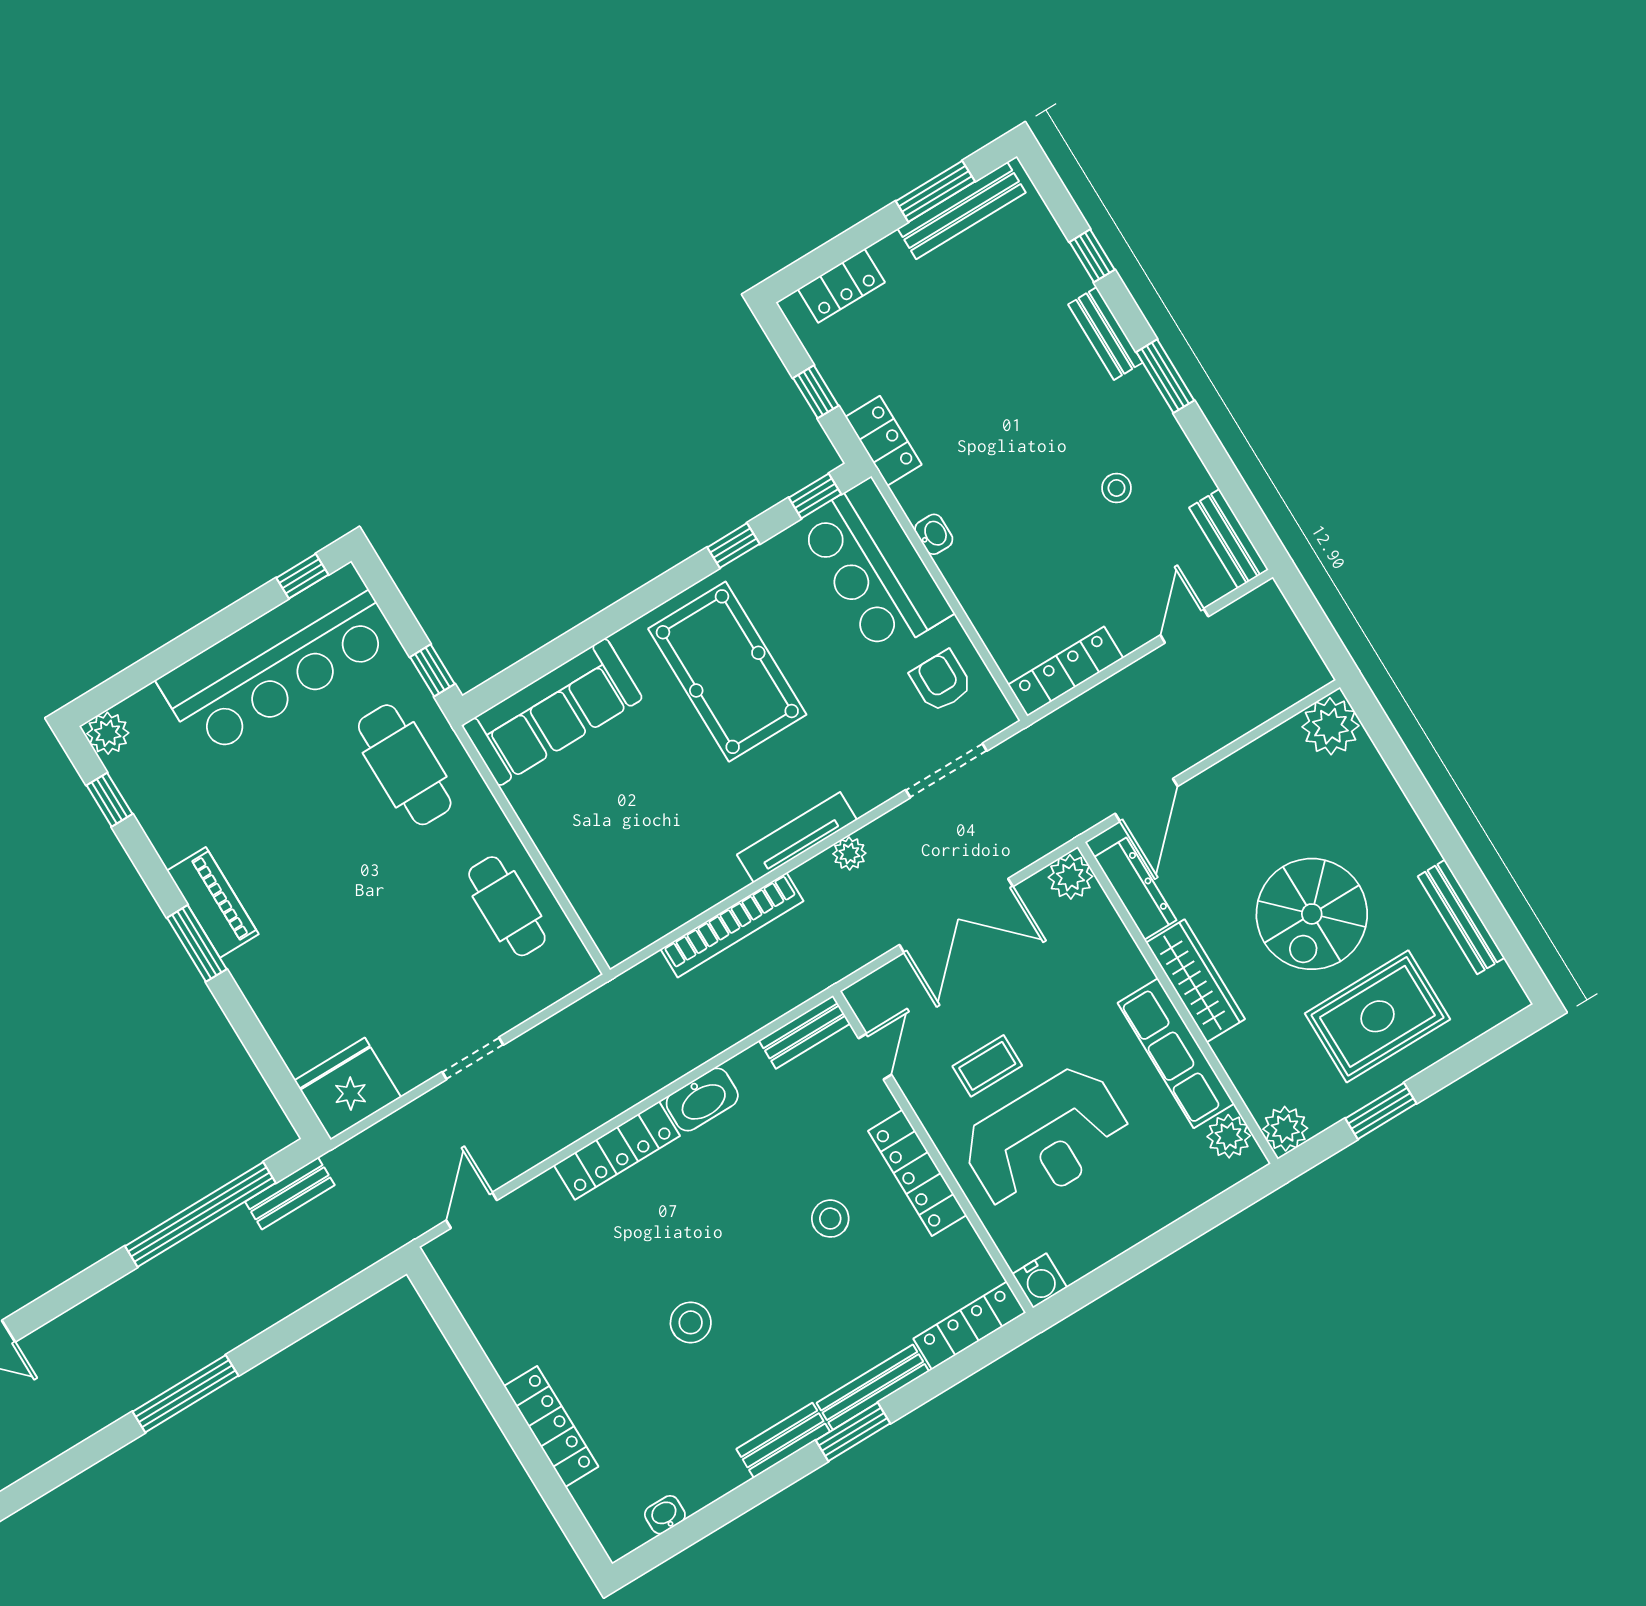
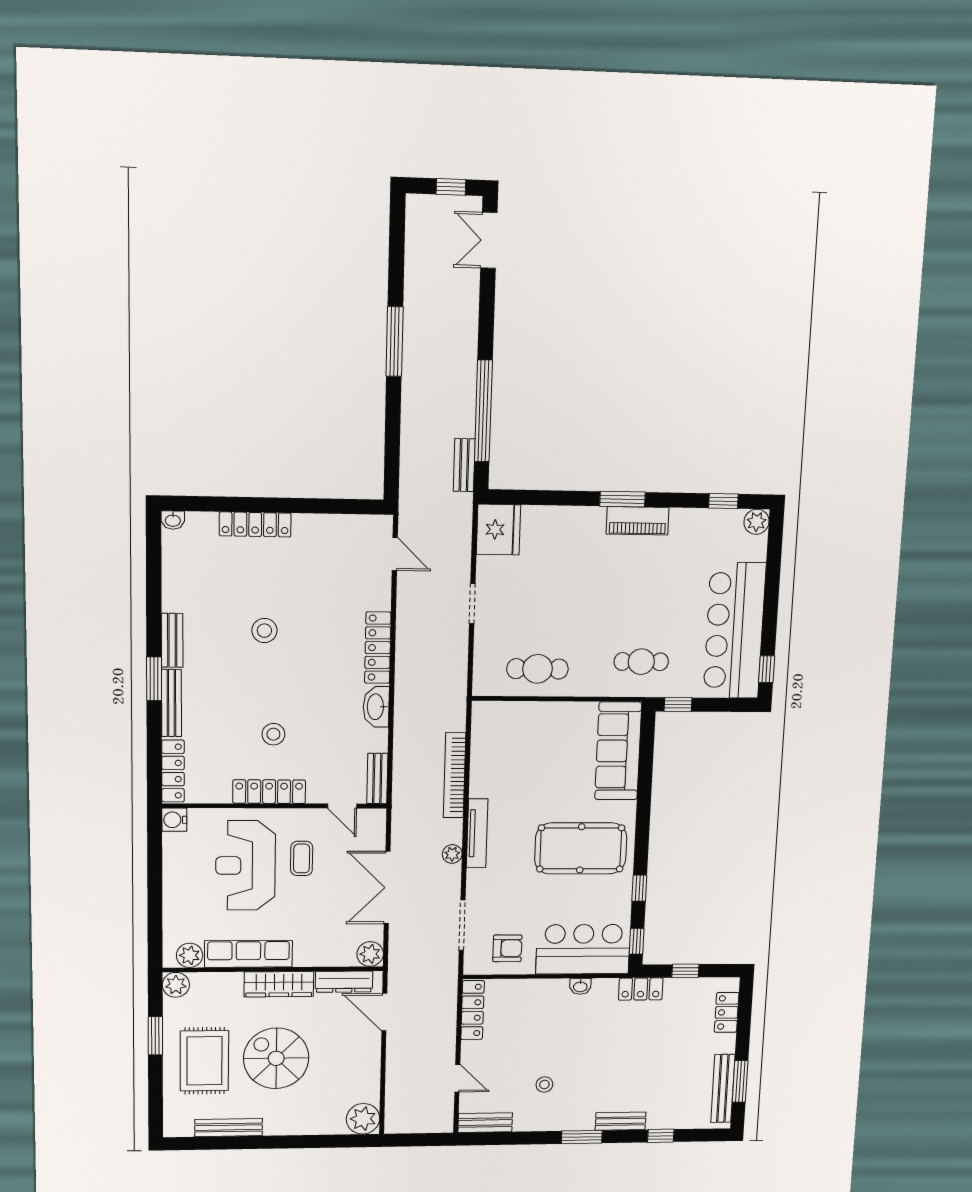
cafe table: (405, 765) -> (641, 662), width x0.73, depth x0.74
washbasin: (665, 1515) -> (173, 520), moved, turned 90

